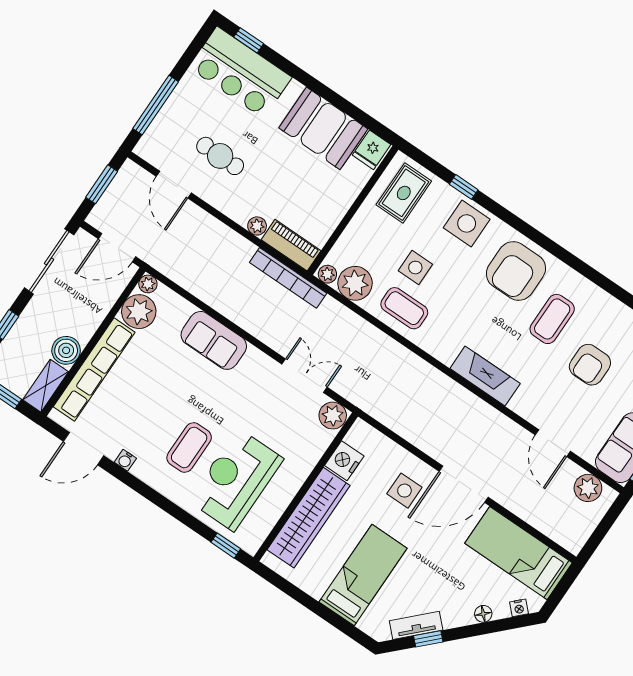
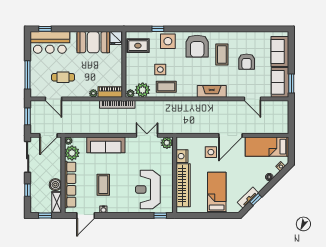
rug: (404, 193) -> (138, 46), turned 90
sofa: (214, 340) -> (106, 145), width x1.36
coffee table: (189, 447) -> (103, 185), moved
plant: (588, 488) -> (276, 106), removed

